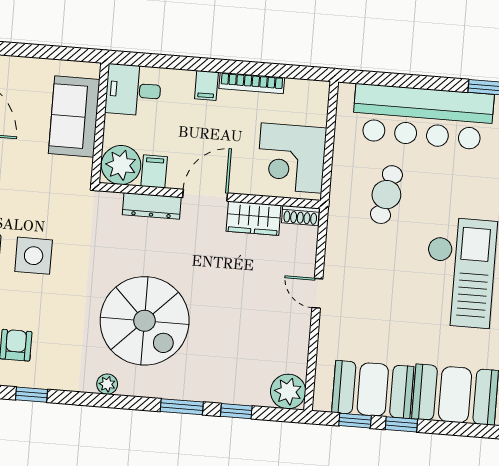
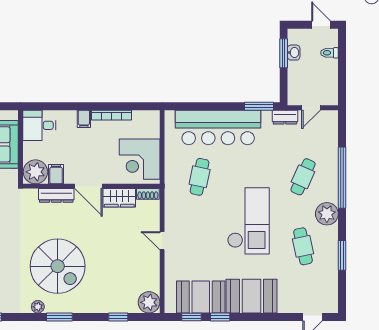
door: (205, 195) -> (89, 186), swing flipped
window: (182, 407) -> (59, 317), moved

